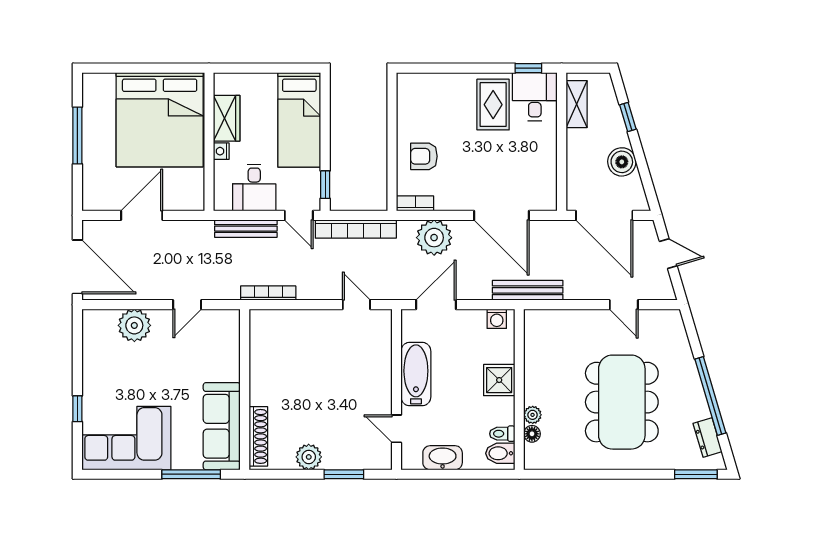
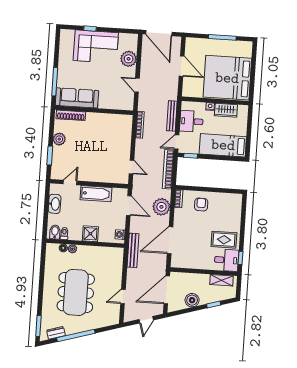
door: (77, 267) -> (159, 33), hinge flipped
door: (356, 305) -> (131, 167), hinge flipped
dining table: (622, 402) -> (76, 292), turned 90
corner sofa: (126, 438) -> (96, 47), moved, turned 90

